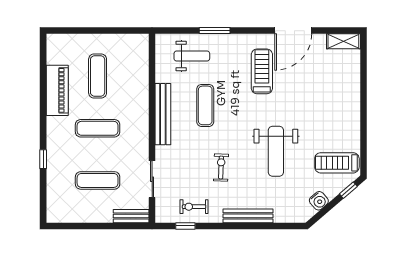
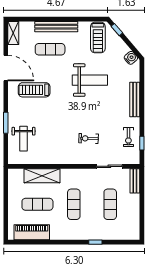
weight bench: (192, 56) -> (23, 139), turned 180
shelving: (139, 83) -> (42, 176), added
piano: (57, 90) -> (32, 232), moved
exercise mat: (205, 105) -> (50, 49), moved
bench: (163, 114) -> (56, 27), moved
exercise bike: (221, 168) -> (89, 138), moved
water cooler: (319, 201) -> (131, 58), moved

